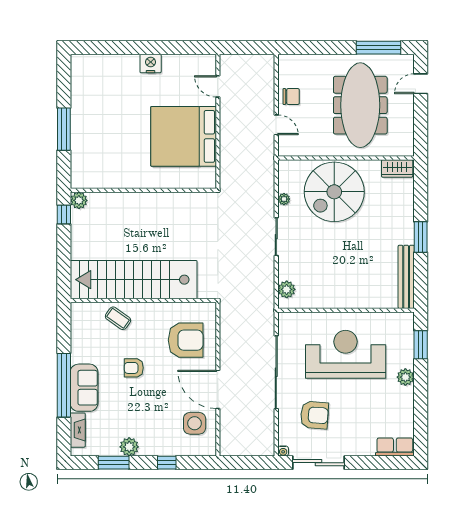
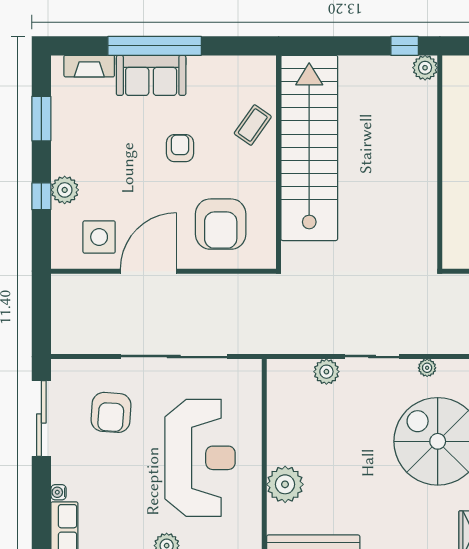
plant: (287, 289) -> (326, 372), moved
plant: (364, 296) -> (285, 484), added
plant: (129, 447) -> (65, 190), moved
water cooler: (283, 451) -> (59, 492), moved

